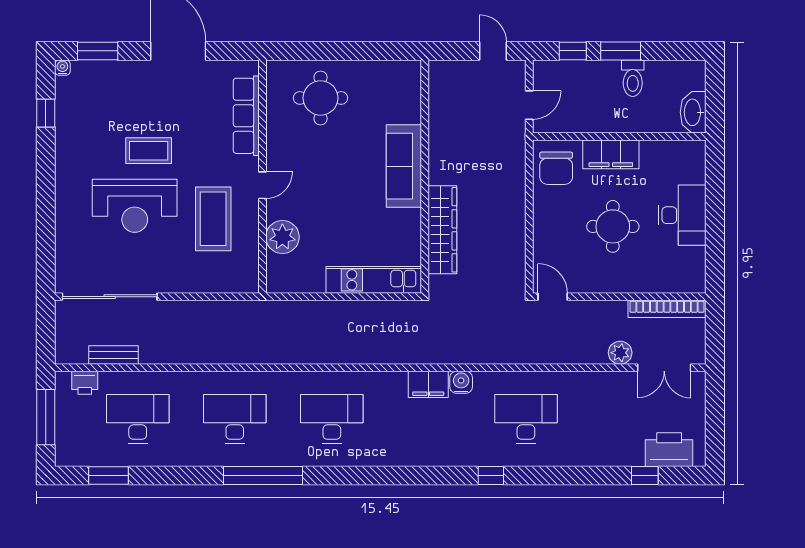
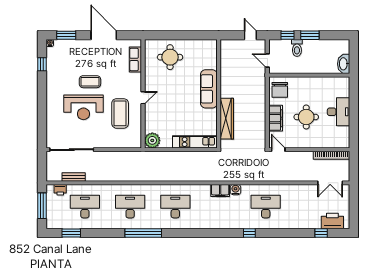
toilet: (633, 78) -> (297, 48), moved
door: (529, 105) -> (267, 60), swing flipped
row of seats: (246, 116) -> (135, 59), width x0.68
filing cabinet: (611, 154) -> (276, 118), moved, turned -90
plant: (282, 237) -> (152, 140), moved
plant: (620, 353) -> (310, 176), removed

